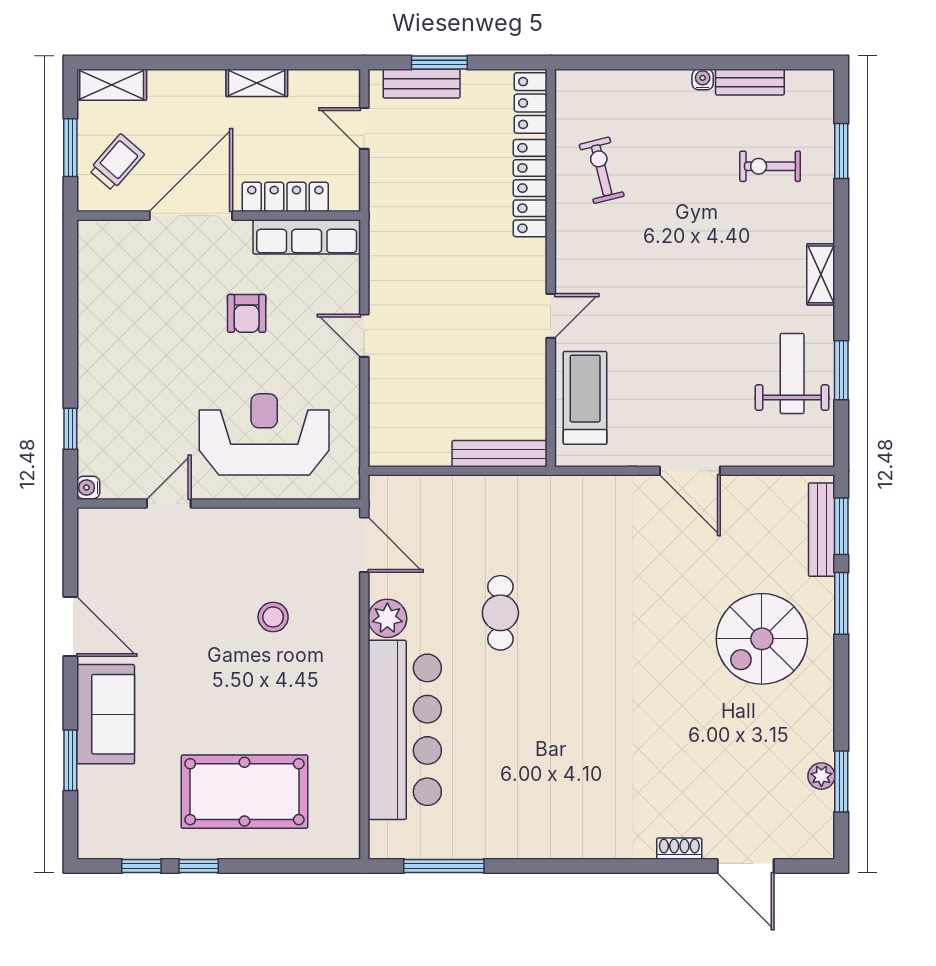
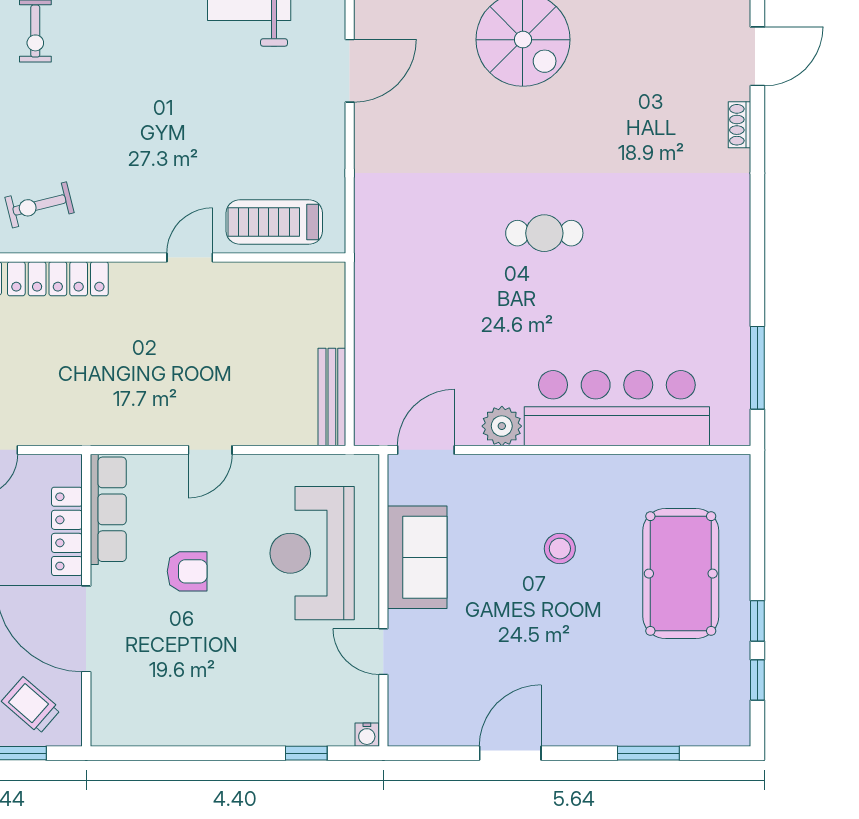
door: (551, 316) -> (190, 258), hinge flipped
bench: (499, 454) -> (332, 397), moved
door: (690, 471) -> (350, 71), moved
cafe table: (500, 613) -> (544, 233), moved
stool: (273, 617) -> (560, 549), moved
sofa: (106, 714) -> (417, 557), moved, turned 90

